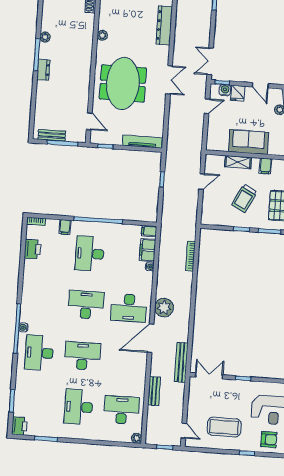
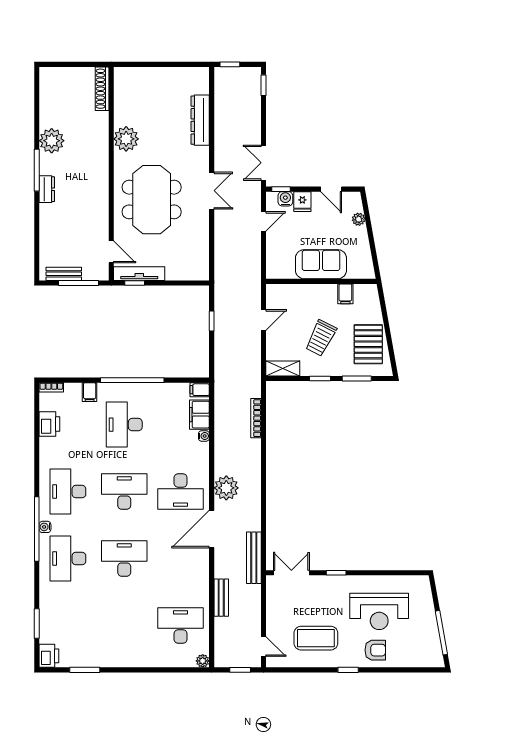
plant: (102, 35) -> (126, 139), width x1.88, depth x1.88
plant: (45, 37) -> (52, 141), width x1.88, depth x1.88
tv unit: (142, 142) -> (139, 274), moved
shelving: (238, 162) -> (283, 368), moved
desk: (79, 407) -> (68, 492), moved

